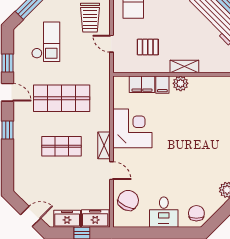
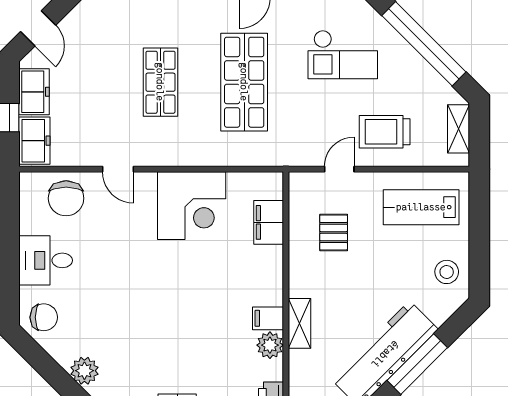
shelving: (184, 67) -> (299, 323), moved
plant: (181, 83) -> (270, 345), moved
filing cabinet: (162, 85) -> (268, 318), moved
shelving: (104, 145) -> (162, 156), removed
door: (111, 171) -> (118, 169), hinge flipped
chair: (128, 200) -> (66, 198), turned 64

